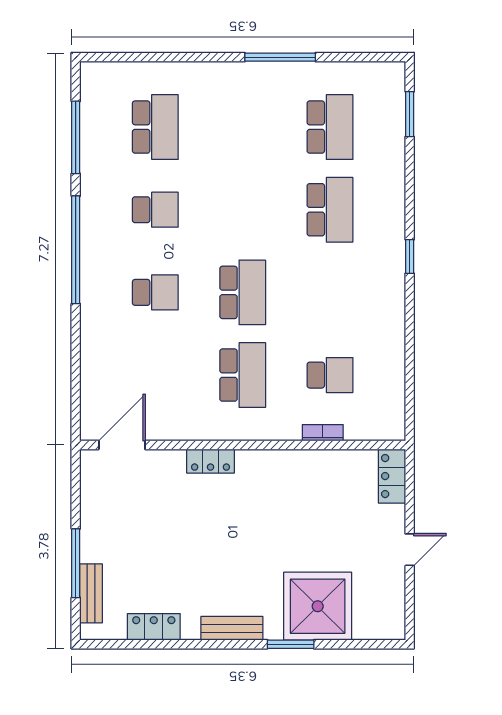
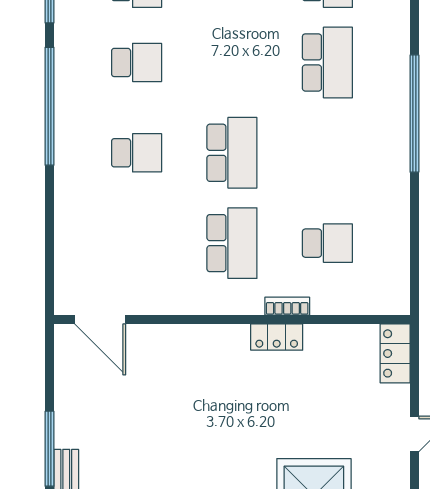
window: (410, 256) -> (414, 114), width x3.17
bookcase: (323, 433) -> (287, 306), moved
door: (122, 445) -> (100, 320), swing flipped
locker: (211, 461) -> (277, 337), moved

